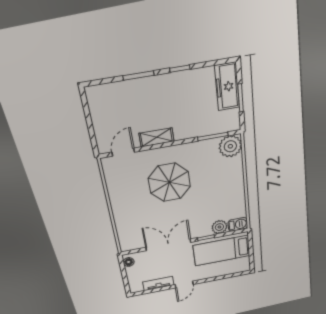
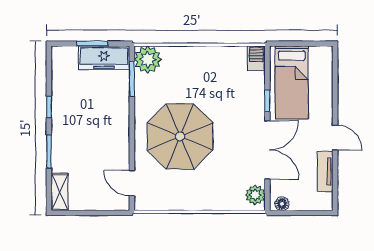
freezer: (227, 87) -> (104, 58), moved
shelving: (157, 137) -> (60, 192), moved
parasol: (169, 182) -> (180, 136), width x1.36, depth x1.36
plant: (219, 227) -> (255, 195), moved
double door: (168, 245) -> (267, 150), swing flipped

